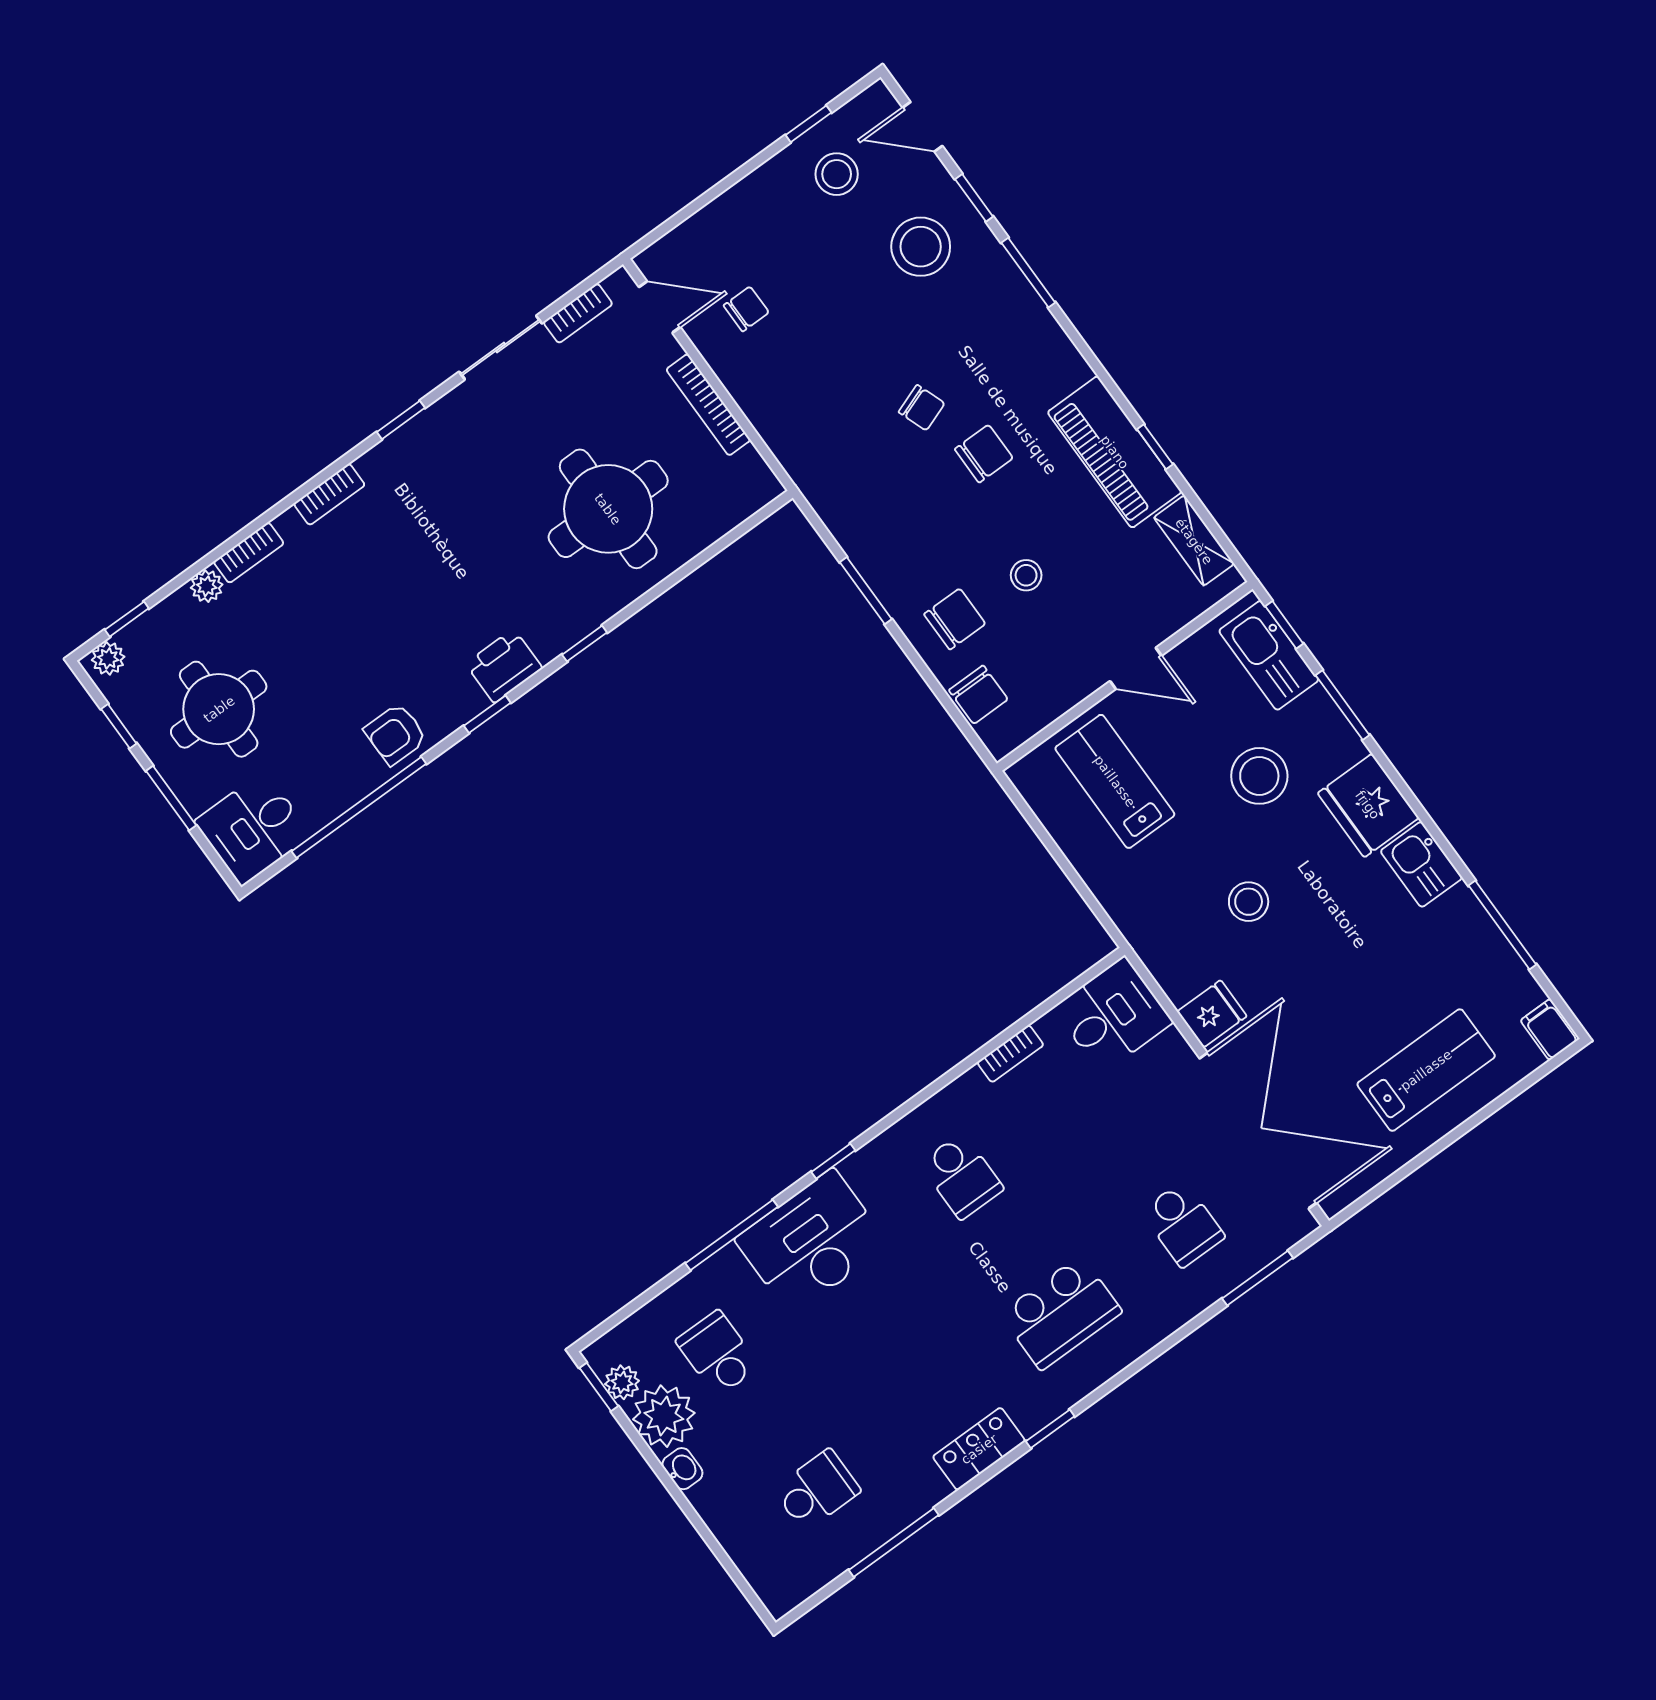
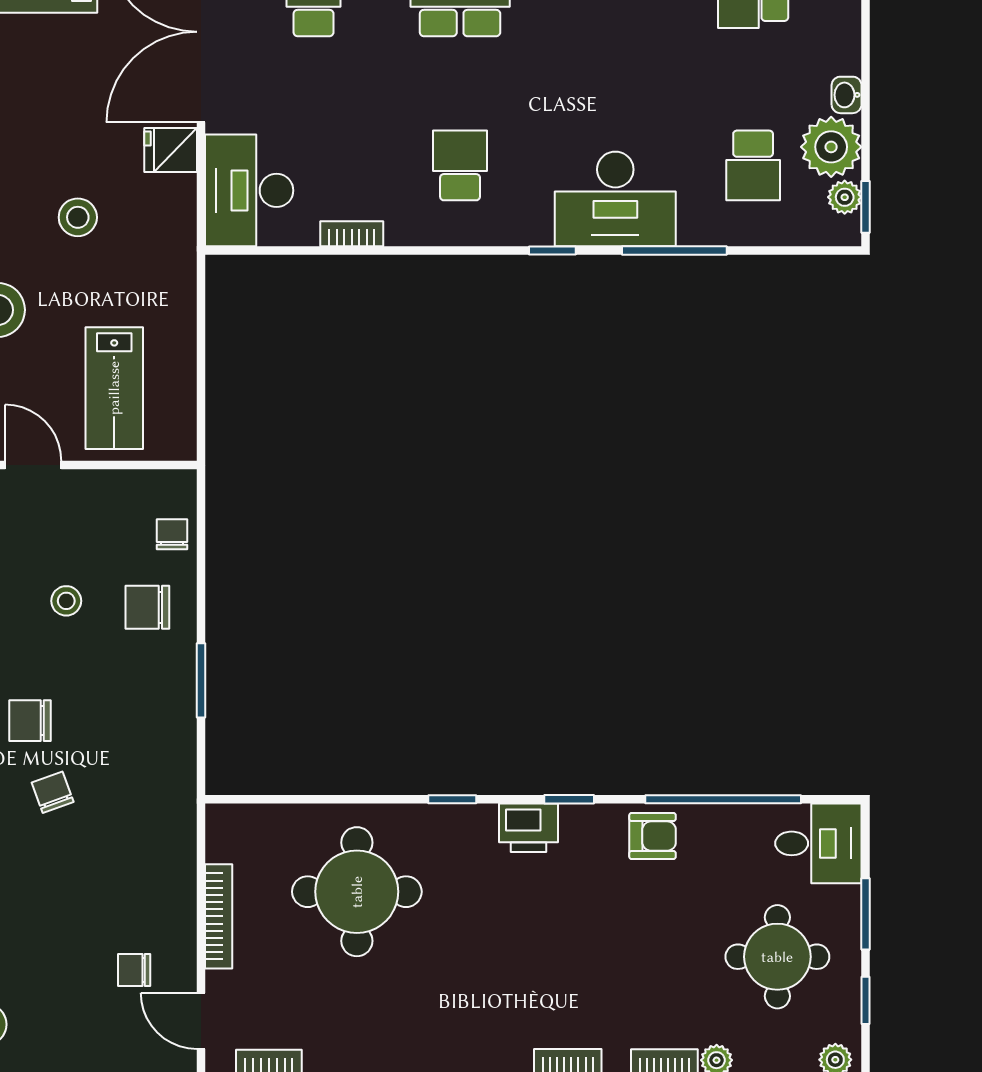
chair: (978, 695) -> (172, 534), width x0.73, depth x0.73
desk: (1113, 1015) -> (249, 190), width x1.37

